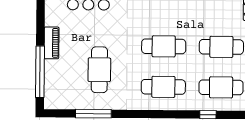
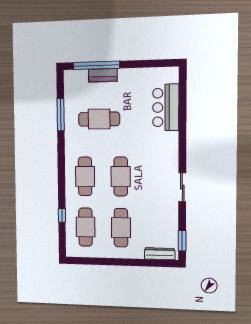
piano: (52, 43) -> (103, 75), moved

